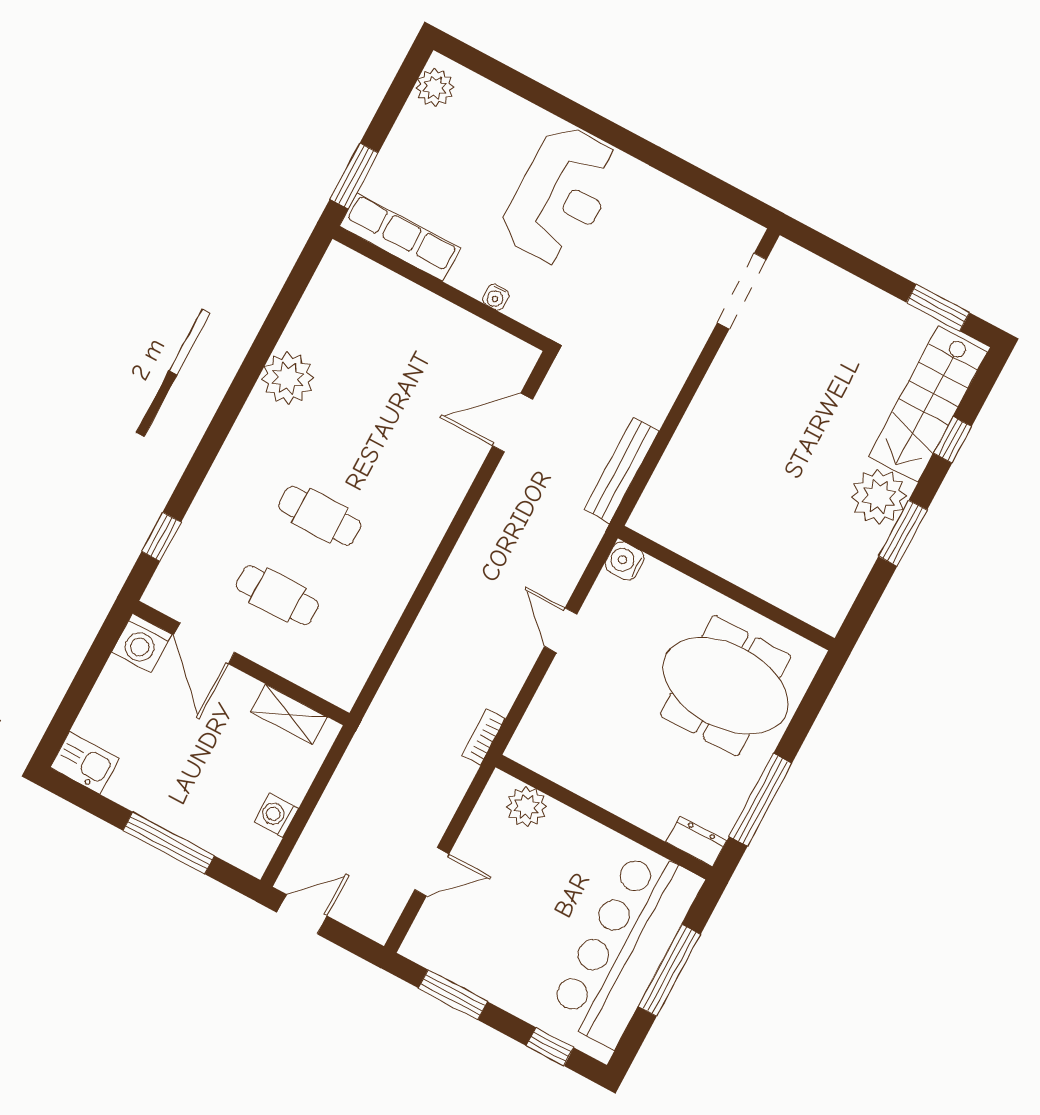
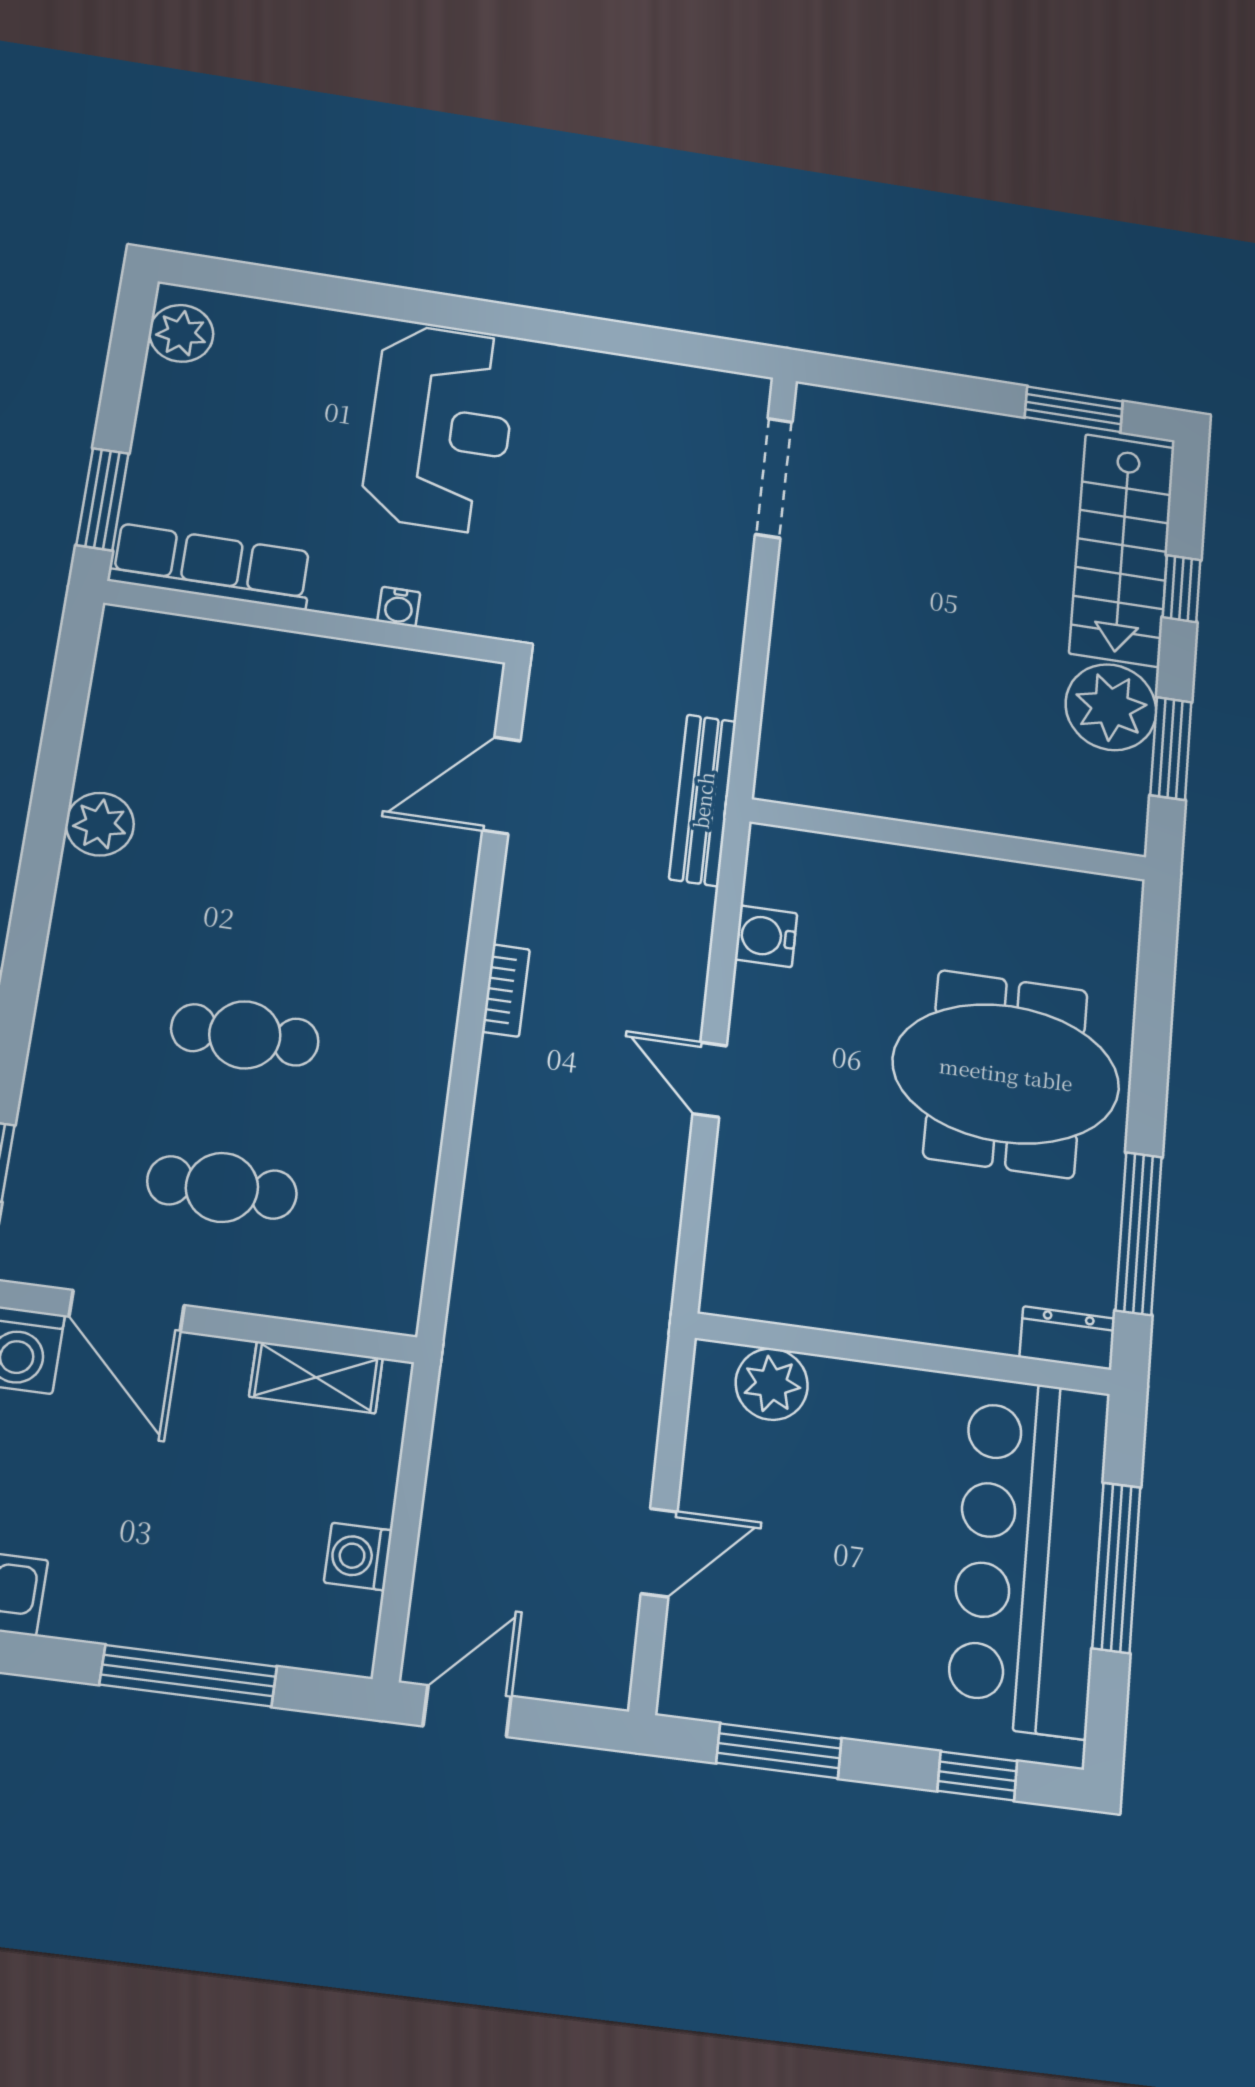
plant: (288, 378) -> (100, 824), width x0.73, depth x0.73
wall: (726, 588) -> (949, 840), moved
bookcase: (484, 737) -> (506, 990), moved, turned 180

